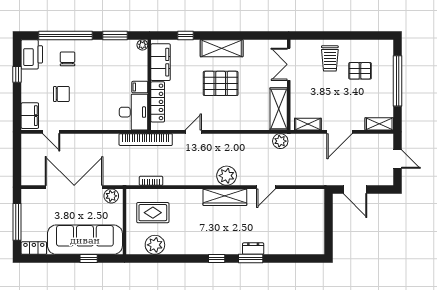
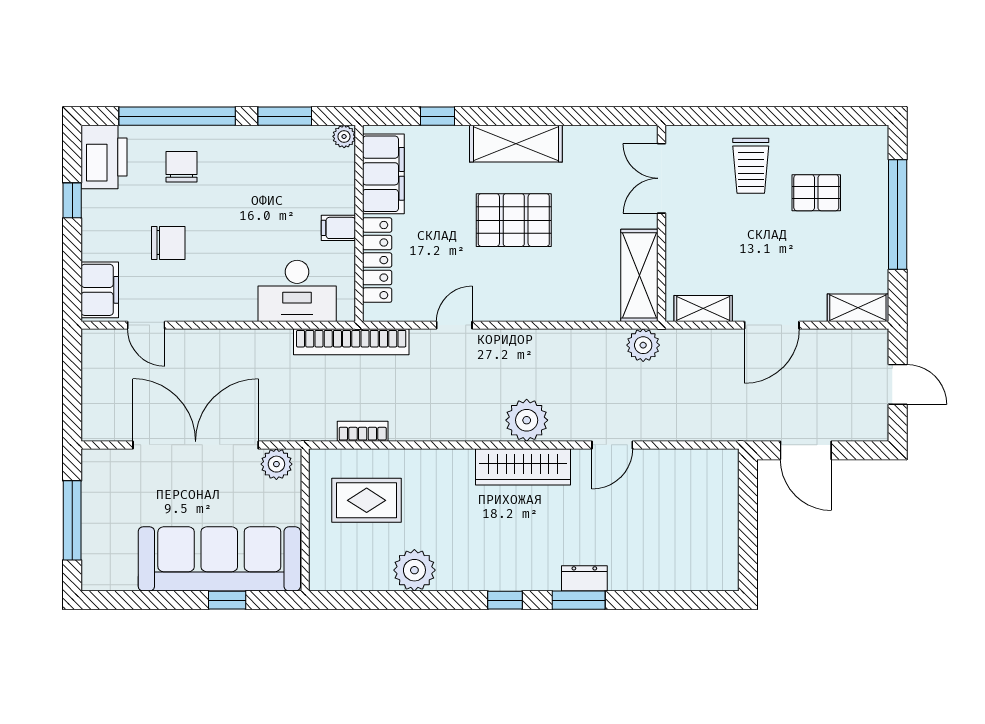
desk: (134, 112) -> (297, 291), moved, turned 90
plant: (155, 245) -> (414, 570), moved
locker: (34, 248) -> (108, 577), removed

